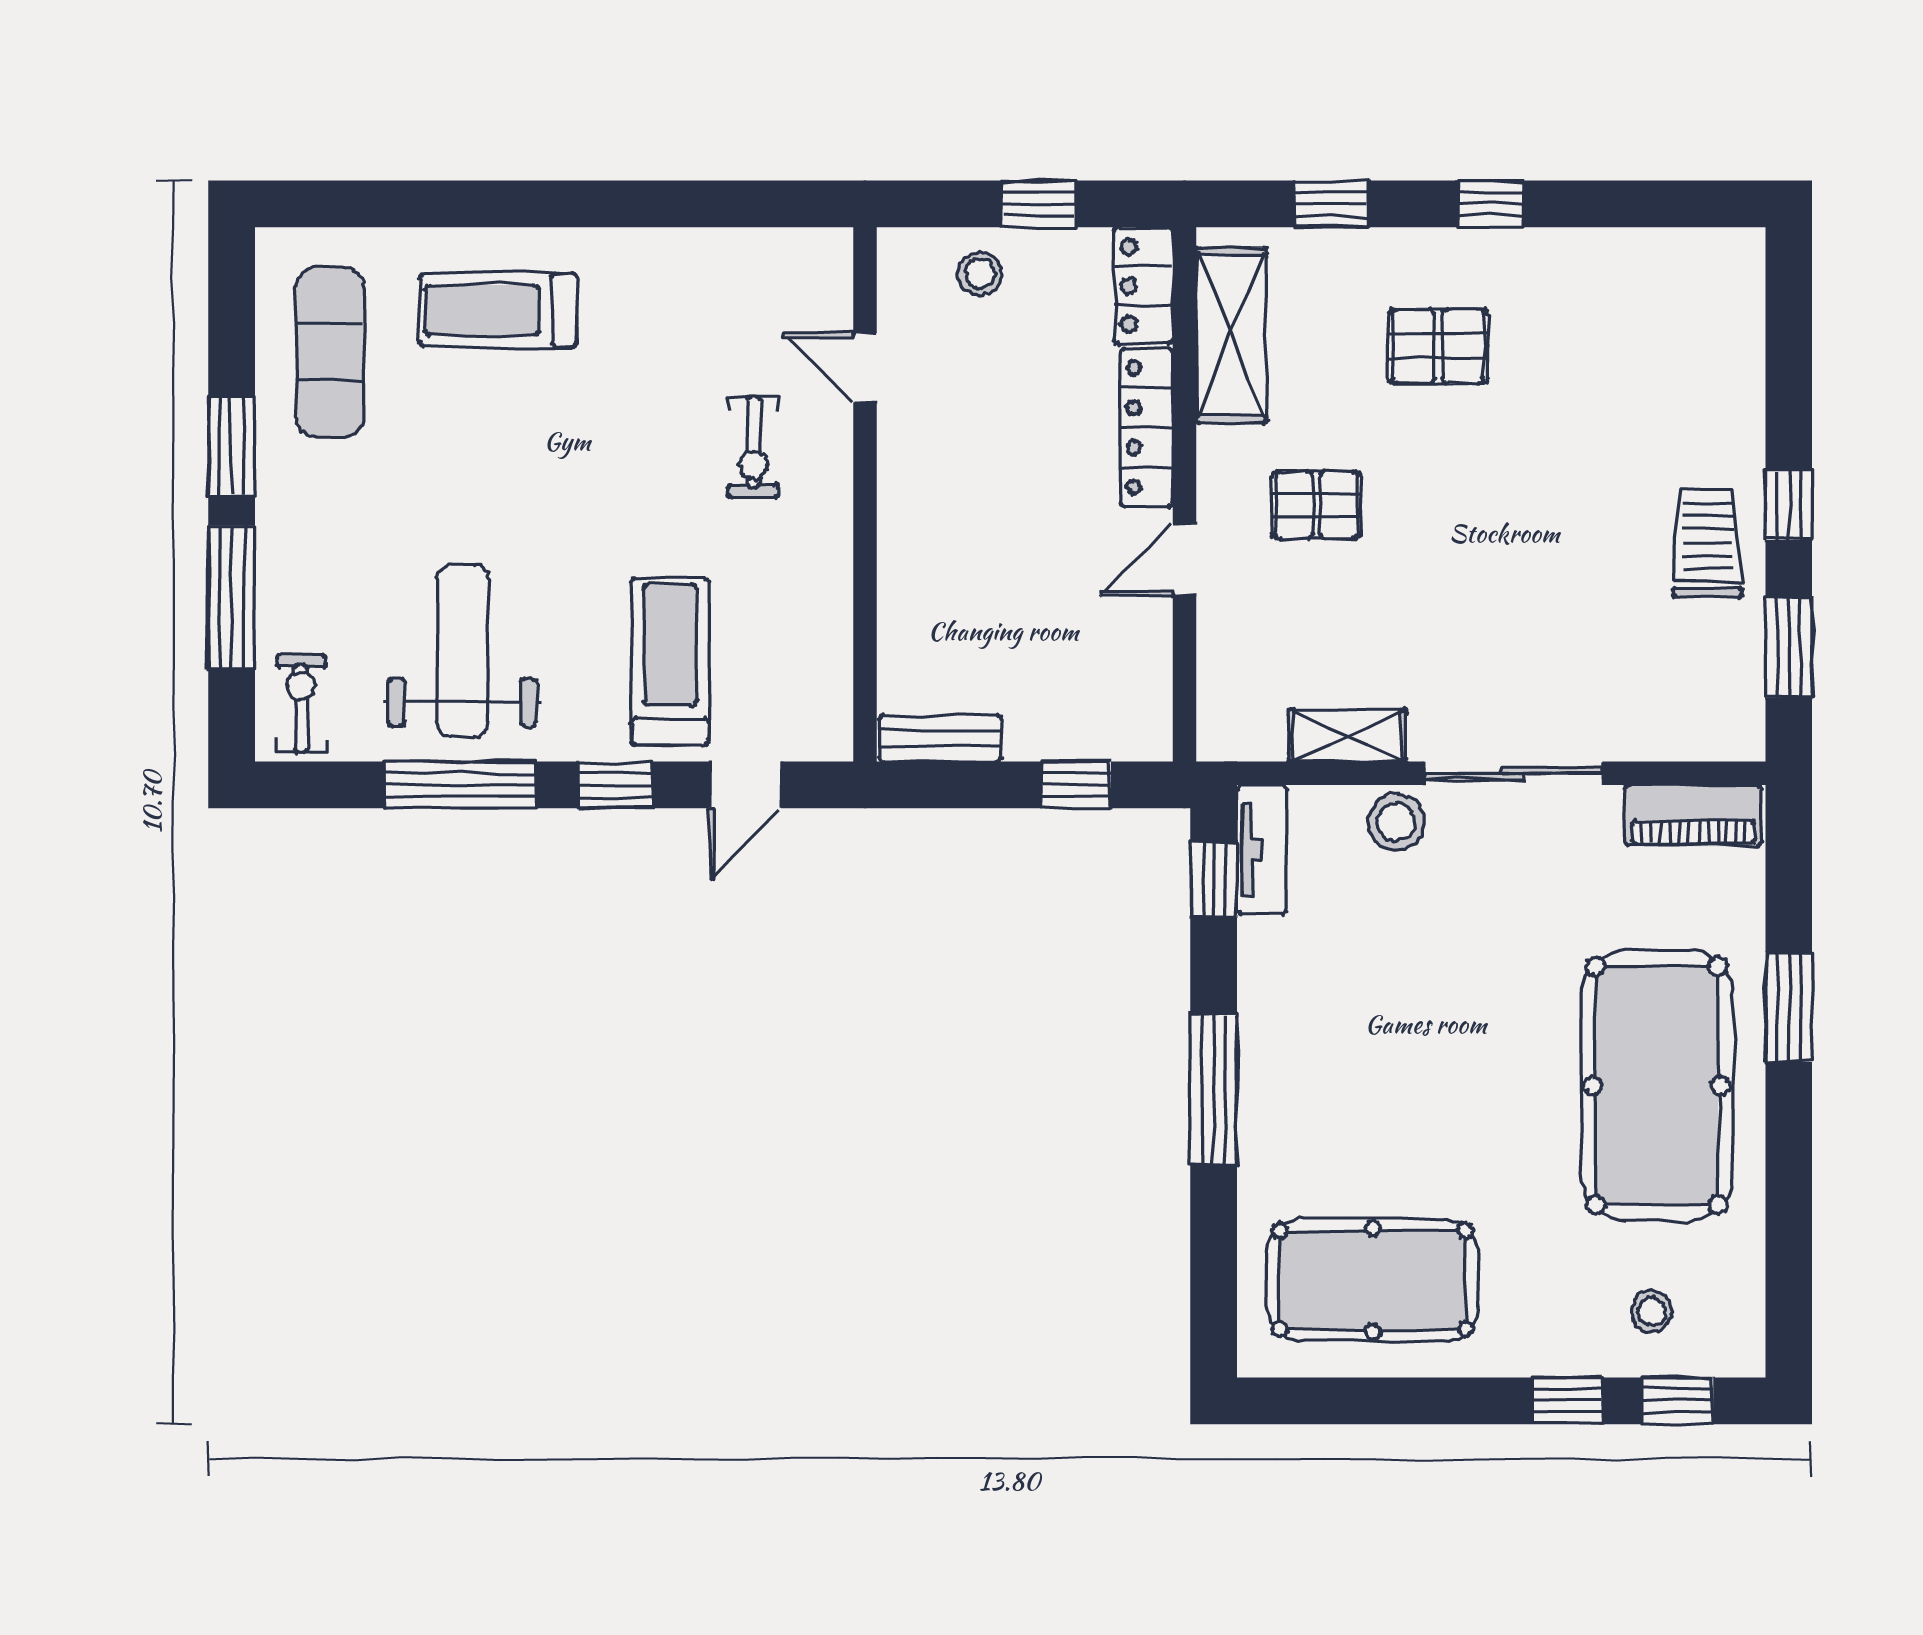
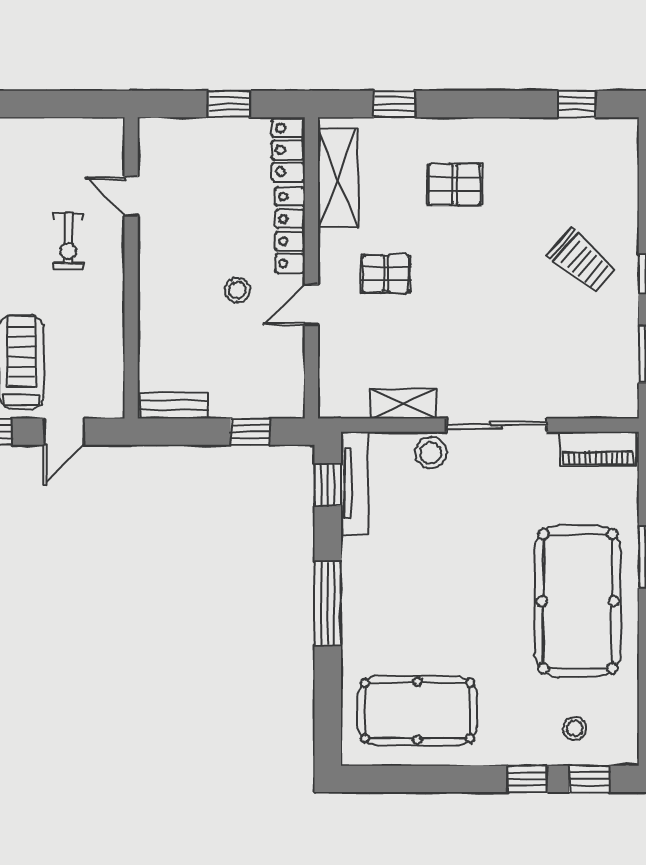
window: (1491, 204) -> (577, 104), moved
stool: (980, 273) -> (237, 290), moved
trolley: (1707, 543) -> (582, 261), moved, turned 131
tv unit: (1262, 850) -> (355, 483), width x1.41

